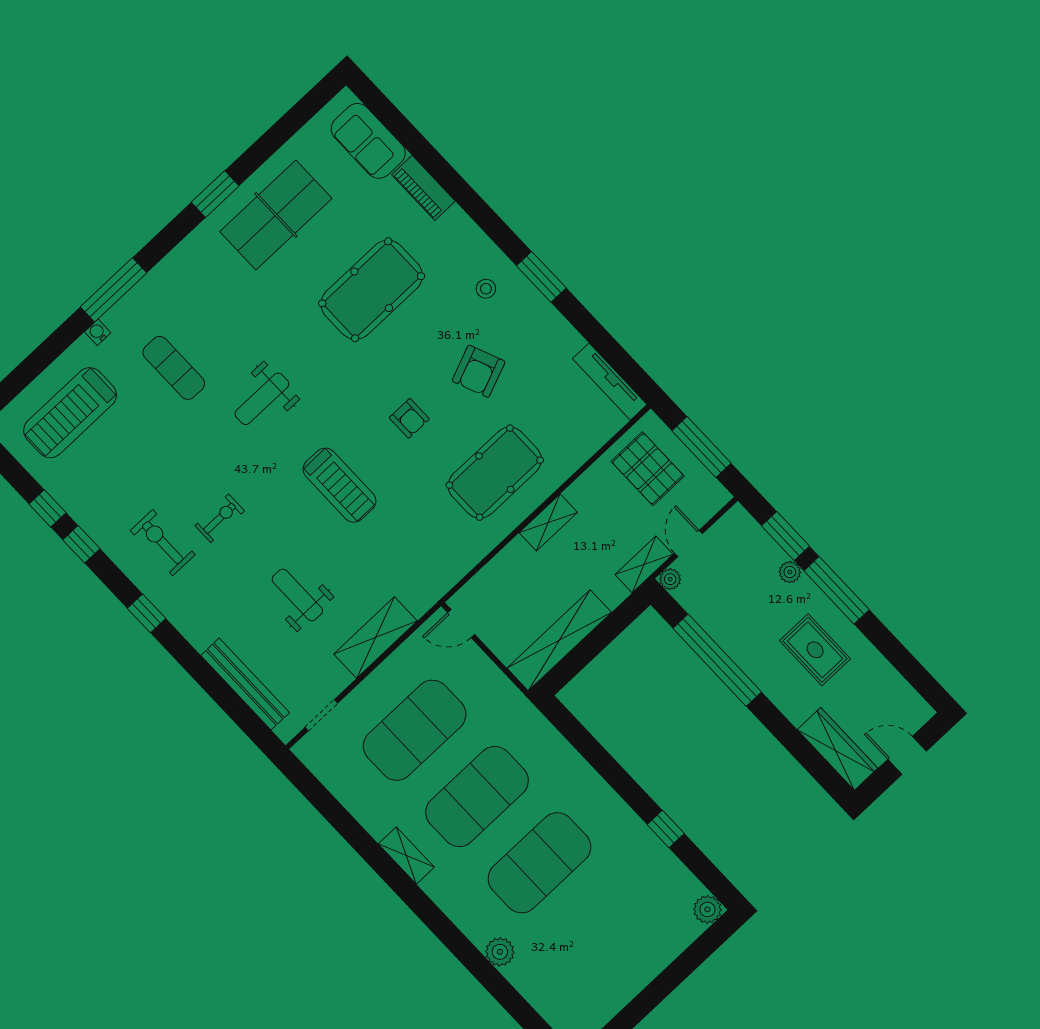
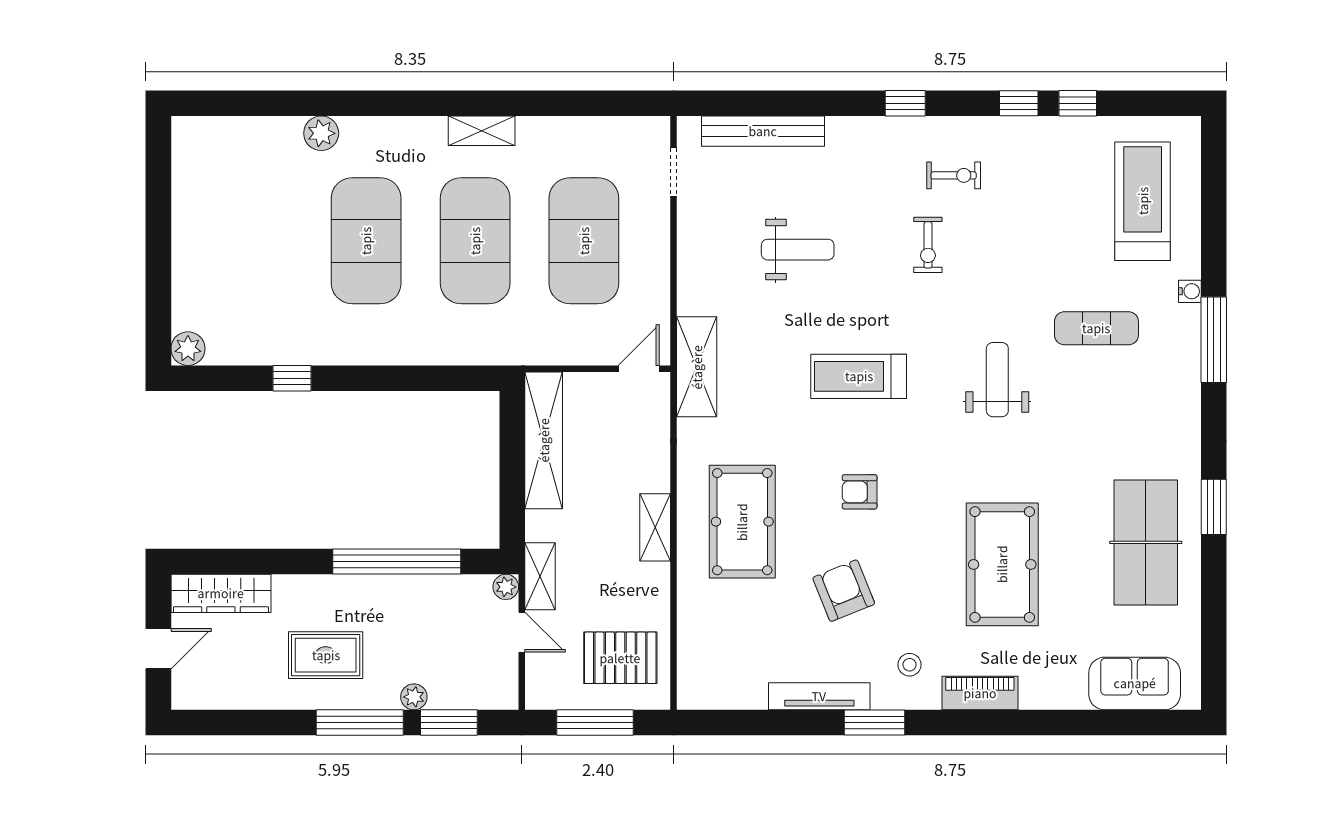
piano: (423, 188) -> (980, 693), moved
tv unit: (610, 382) -> (819, 696), moved
exercise bike: (163, 543) -> (954, 175), width x0.73, depth x0.72
shelving: (376, 637) -> (697, 367), moved

